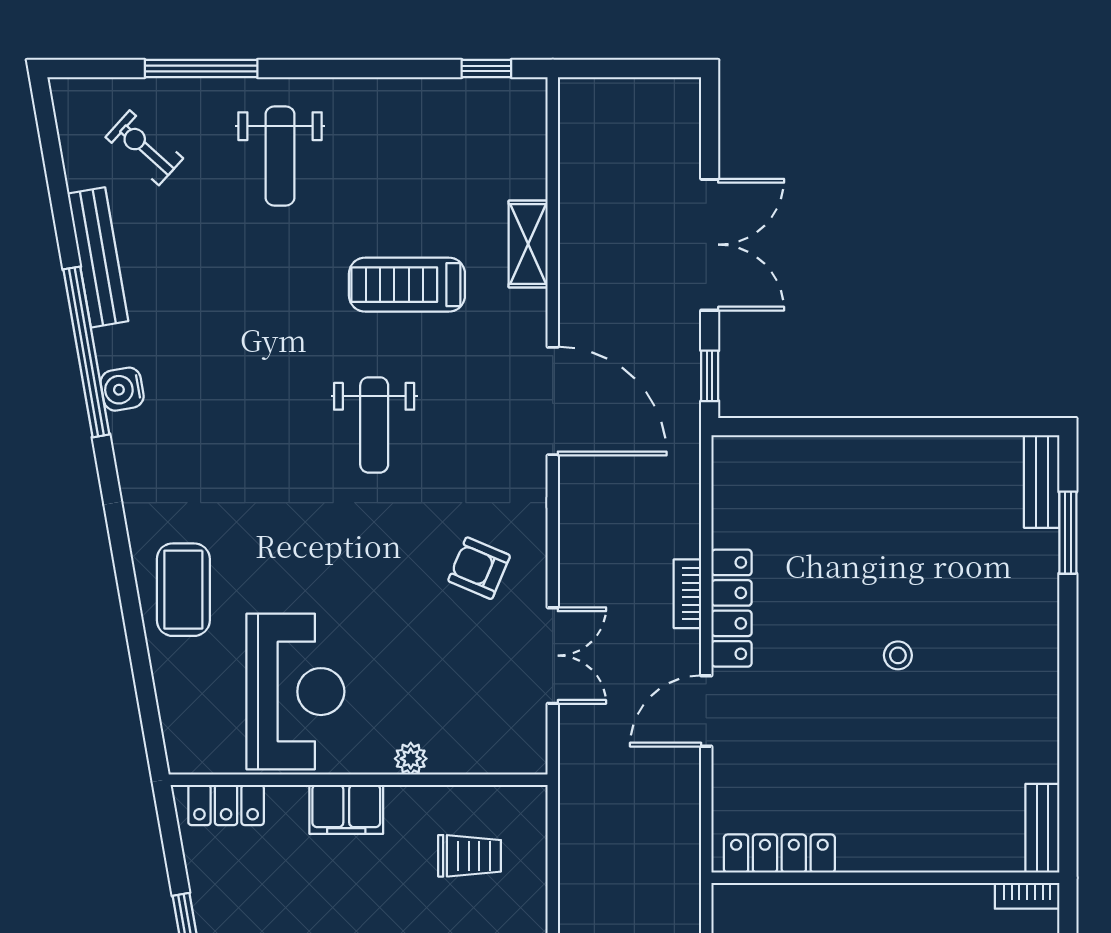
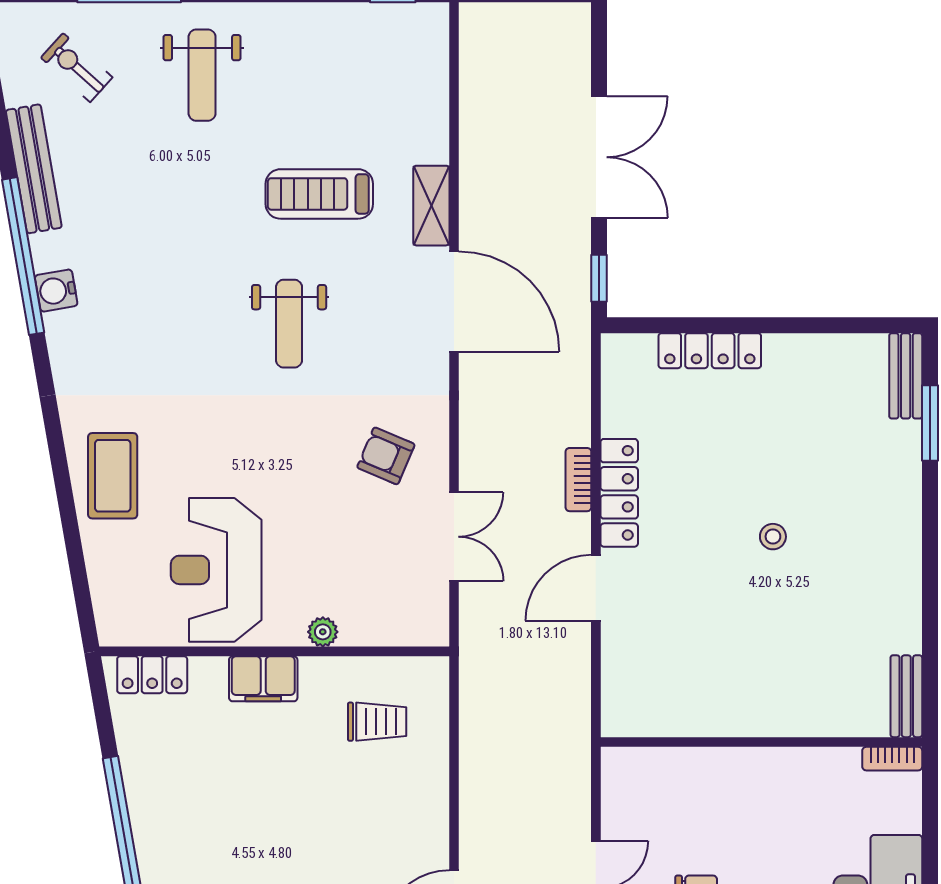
shelving: (528, 244) -> (431, 206), moved
reception desk: (295, 692) -> (216, 570), turned 180
locker: (779, 854) -> (710, 351), moved, turned 180

